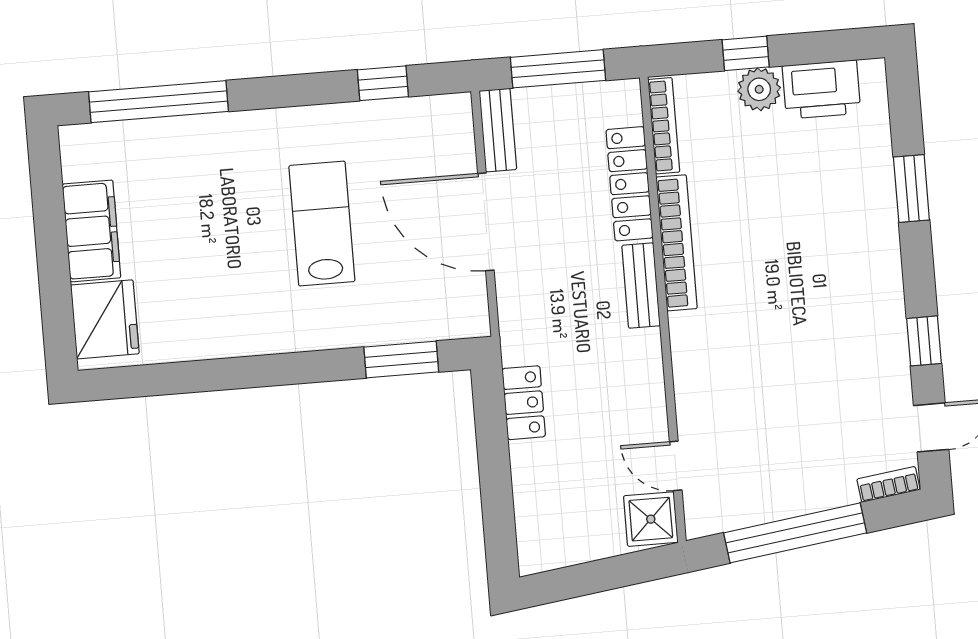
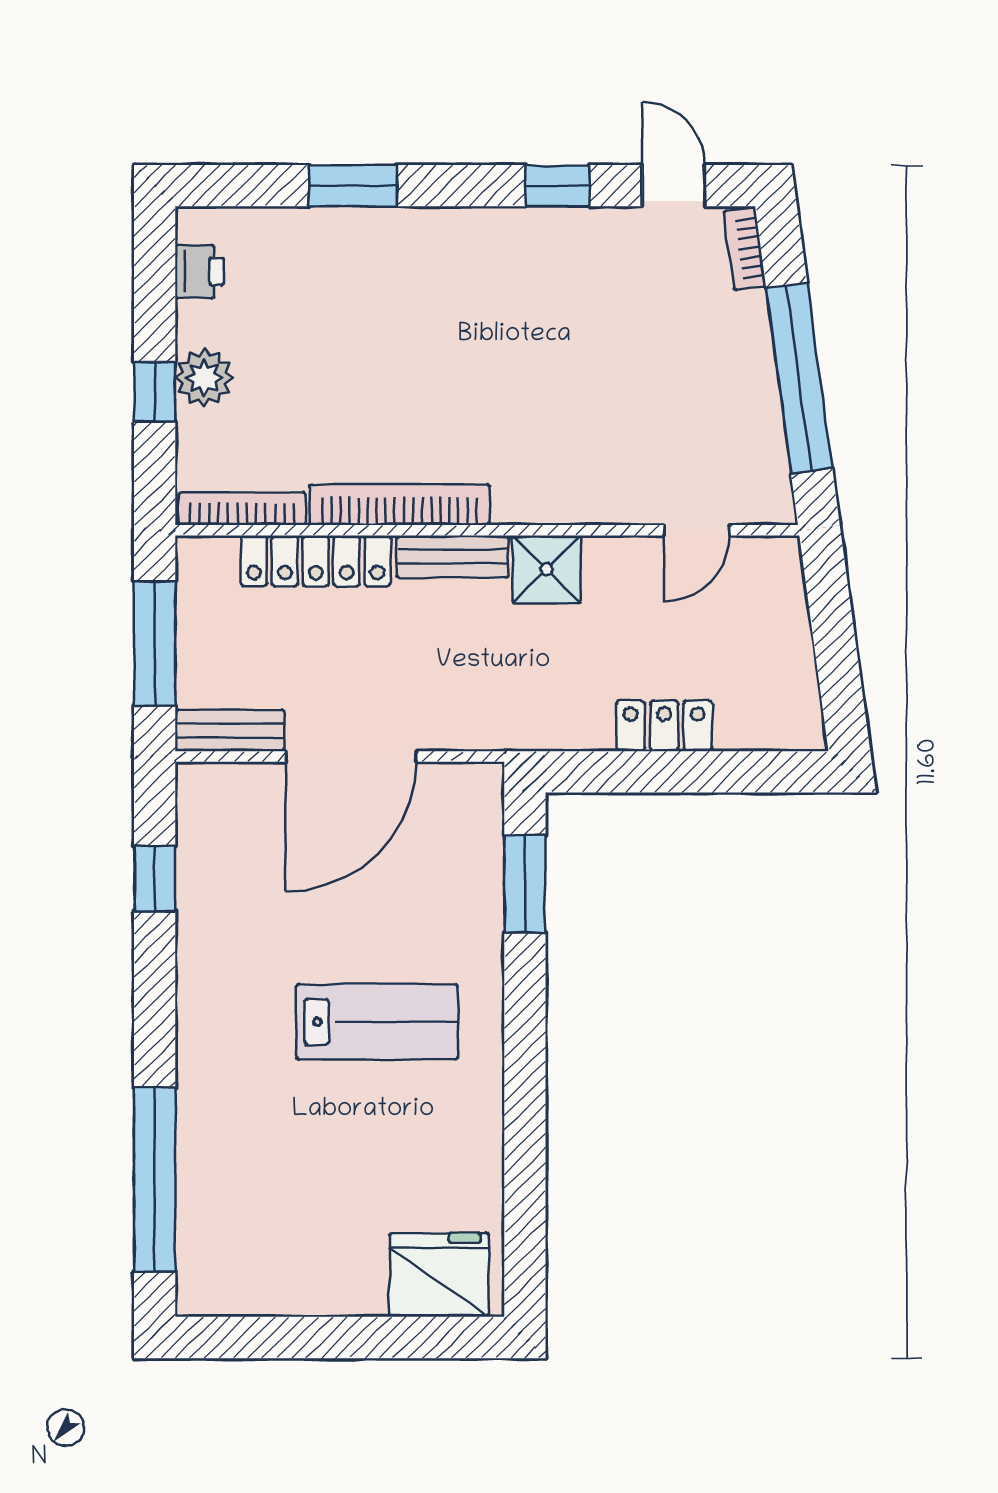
printer: (821, 90) -> (200, 271), width x0.53, depth x0.68
lab bench: (322, 223) -> (377, 1022), moved, turned 180
filing cabinet: (92, 231) -> (320, 1283), removed
locker: (524, 403) -> (664, 726), moved
shower: (651, 519) -> (546, 569), moved

